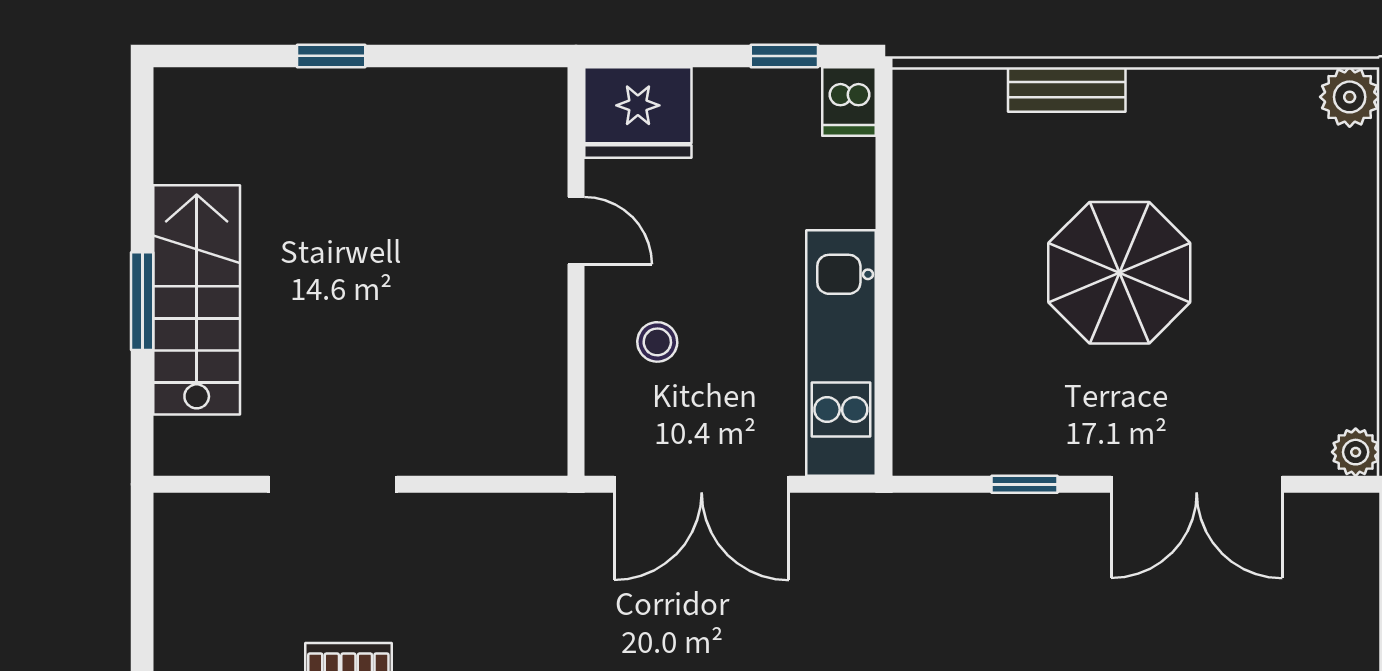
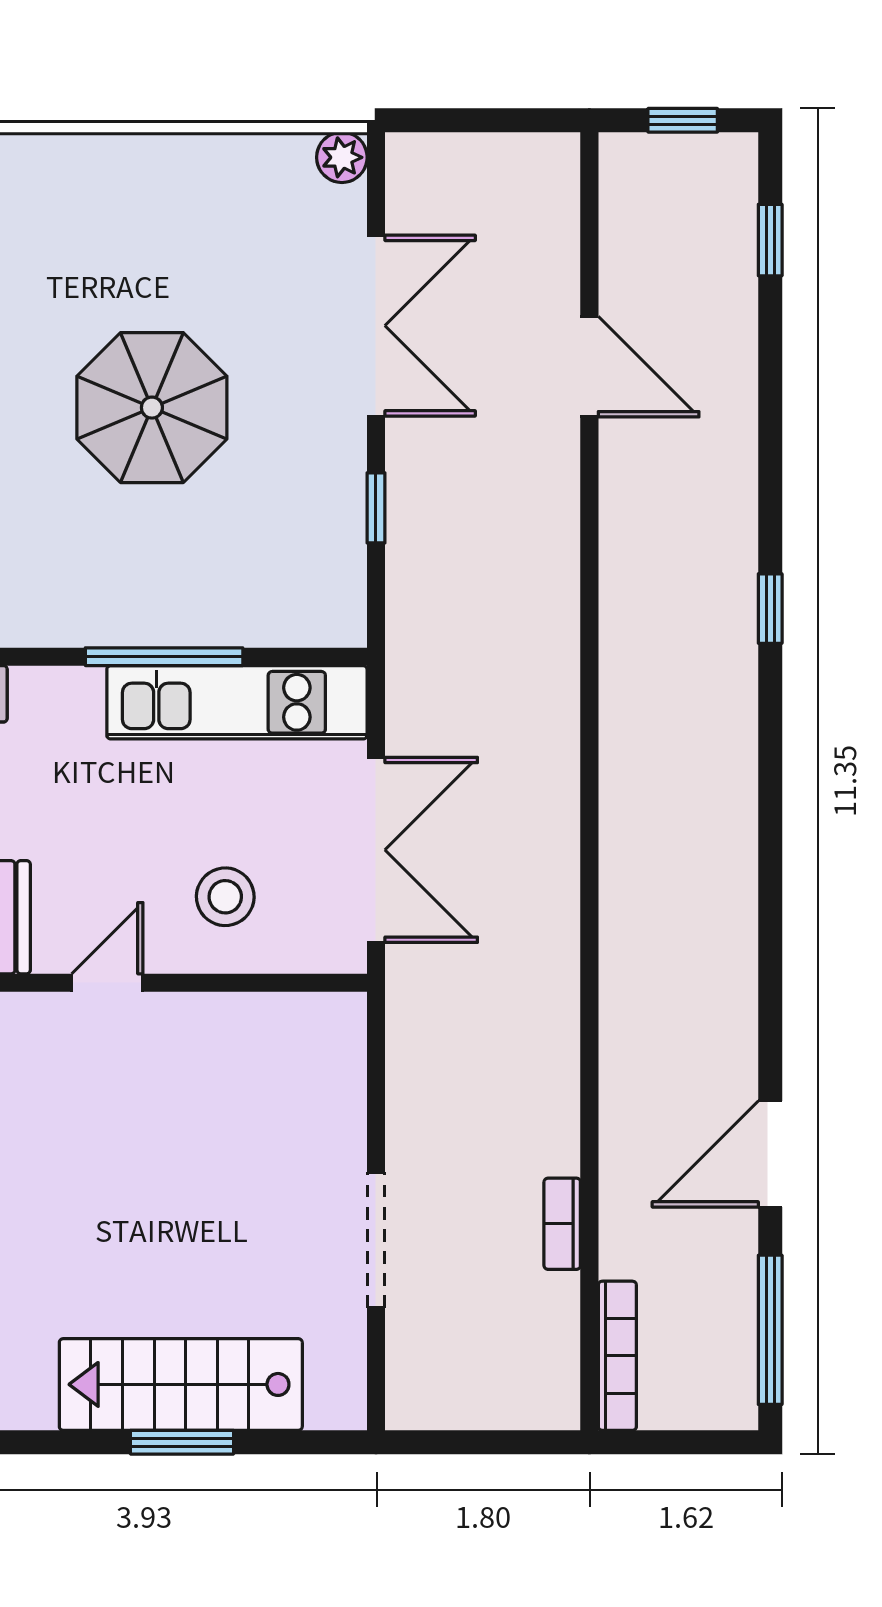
window: (884, 284) -> (164, 657), added
stool: (657, 342) -> (225, 897), width x1.37, depth x1.37

